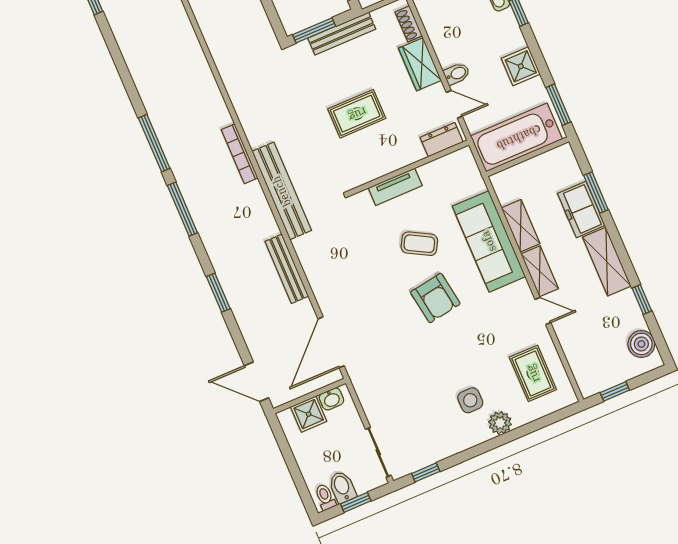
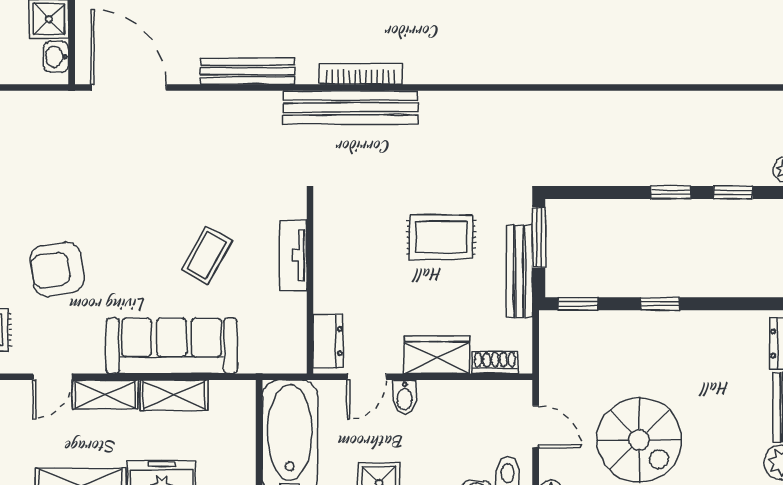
rug: (357, 114) -> (441, 237), moved, turned 90
bookcase: (240, 154) -> (360, 74), moved
armchair: (435, 298) -> (57, 269), moved

